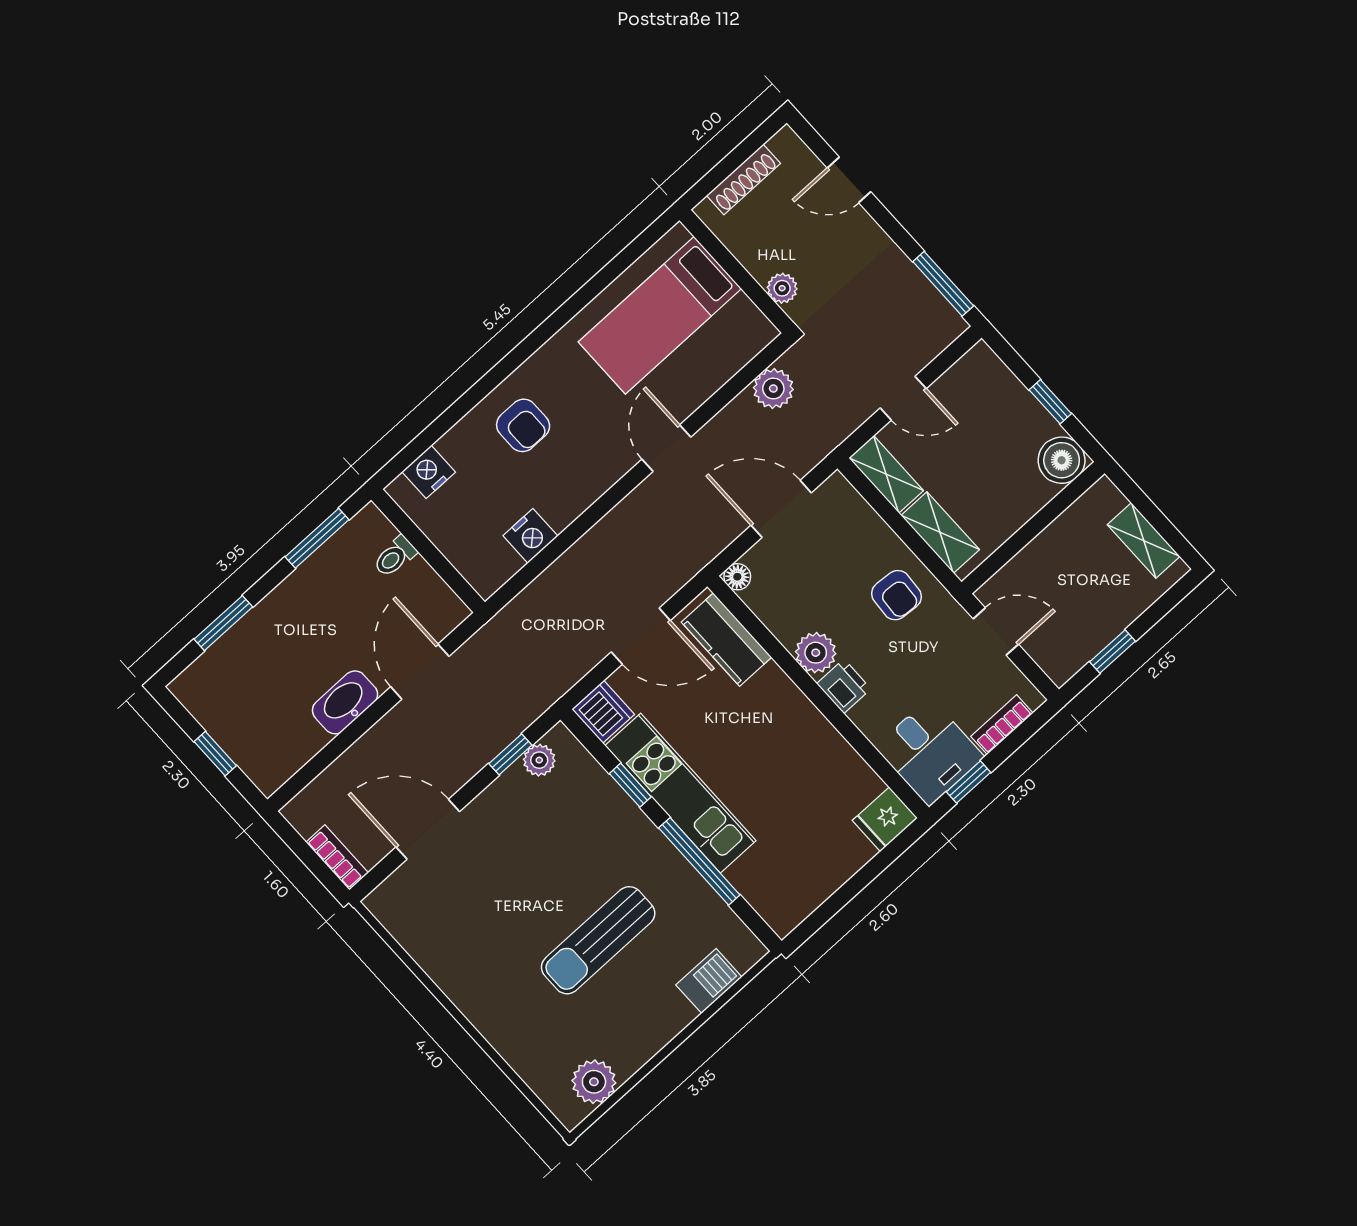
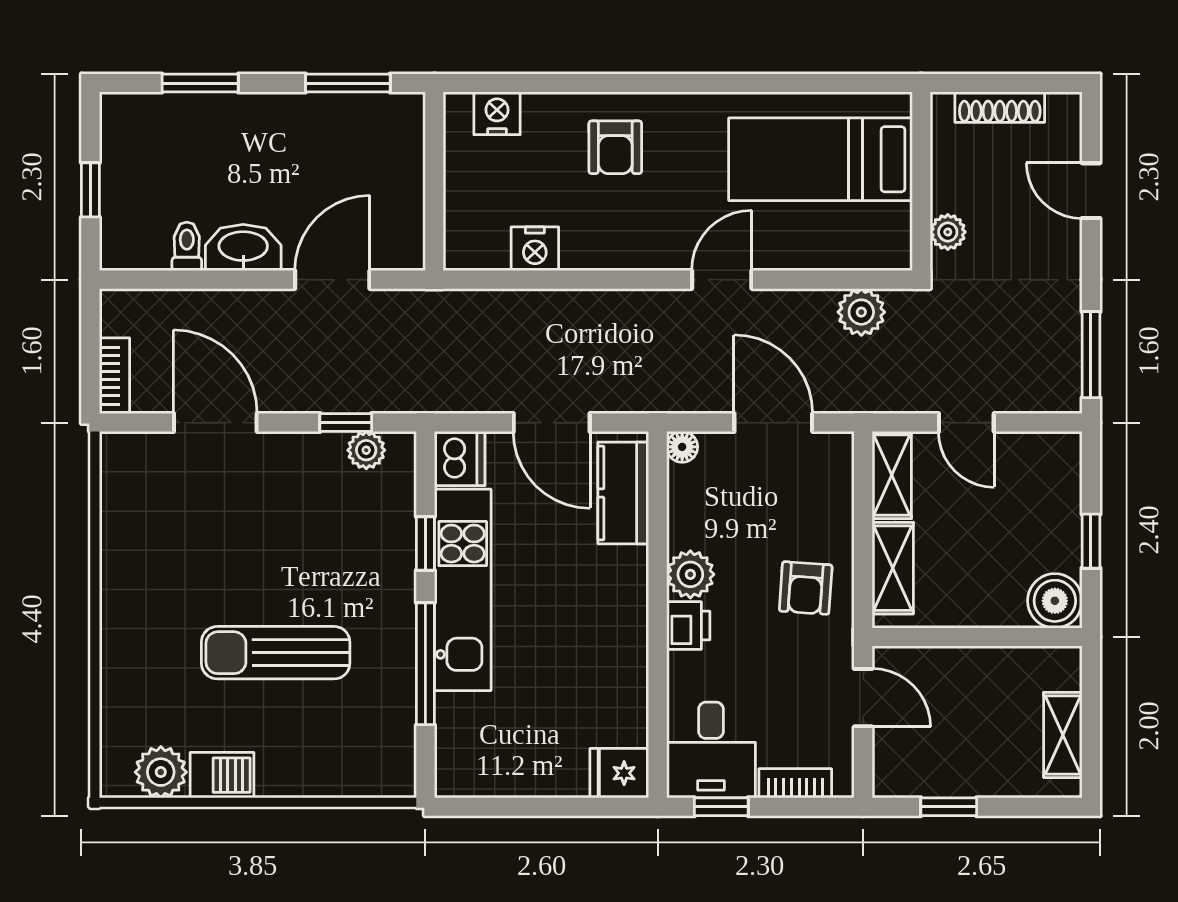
toilet: (395, 557) -> (187, 246), moved, turned 90
barbecue: (709, 981) -> (222, 775), moved

